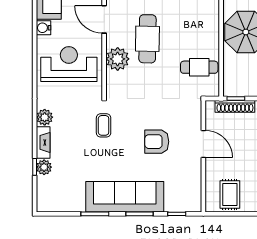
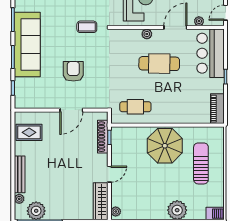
plant: (118, 59) -> (147, 34), width x0.53, depth x0.53
cafe table: (199, 67) -> (135, 107), turned 90

